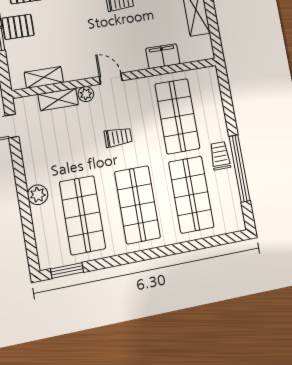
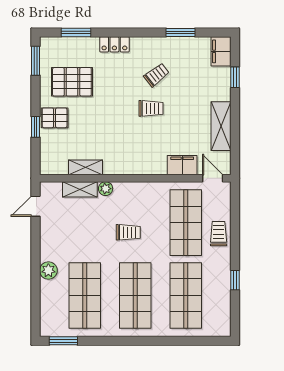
shelving: (44, 77) -> (85, 167), moved
door: (111, 79) -> (213, 178), moved
trolley: (220, 156) -> (219, 234), moved
window: (239, 168) -> (235, 280), width x0.32

